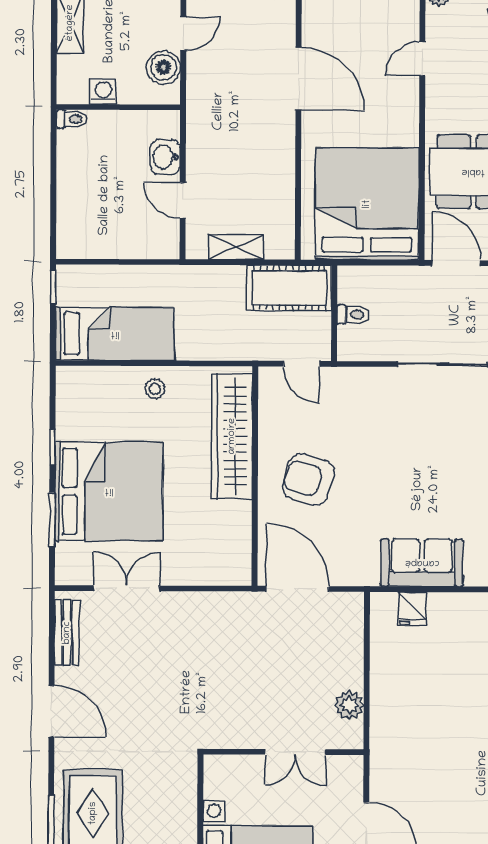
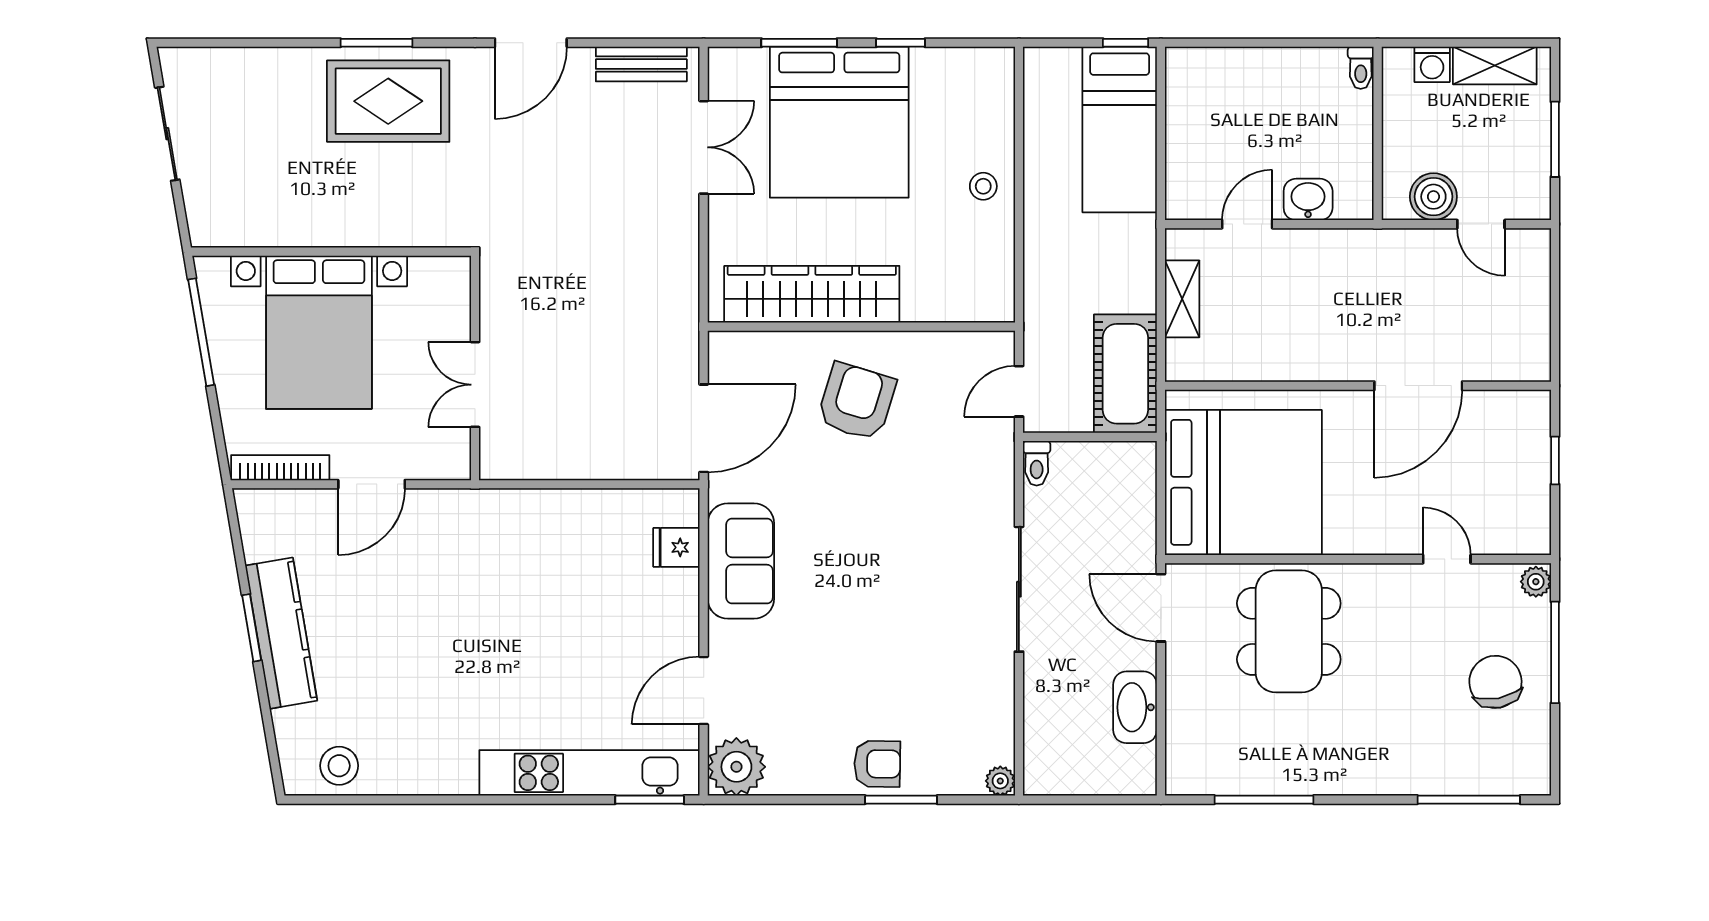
washing machine: (104, 92) -> (1432, 64), moved, turned 90
door: (456, 263) -> (1161, 608), swing flipped
toilet: (353, 314) -> (1037, 463), moved
bed: (115, 334) -> (1120, 130), moved
wardrobe: (232, 436) -> (812, 294), moved
door: (297, 589) -> (704, 428), moved
plant: (349, 705) -> (541, 460), removed

